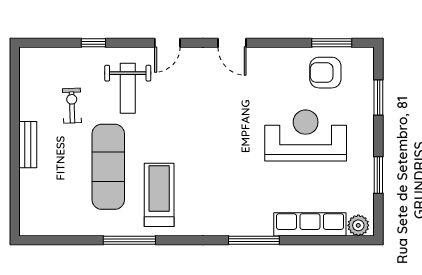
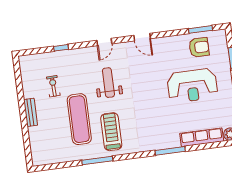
armchair: (325, 73) -> (199, 47), turned 180
weight bench: (128, 88) -> (108, 83), moved, turned 180
reception desk: (306, 135) -> (192, 86), turned 180

